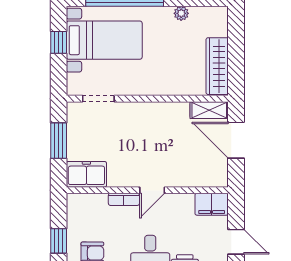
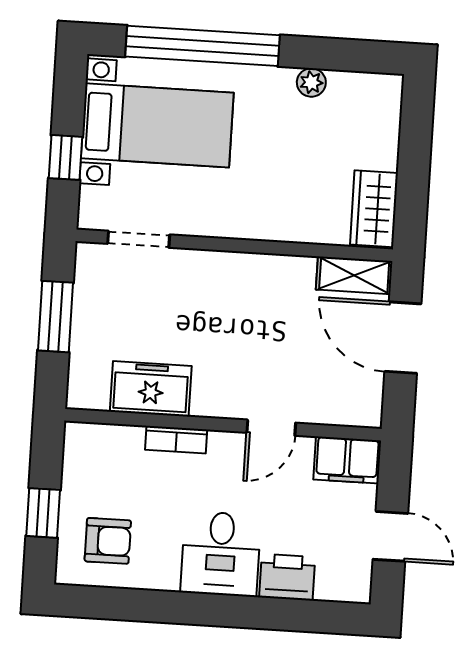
window: (59, 42) -> (66, 157), moved
wardrobe: (217, 66) -> (374, 209), width x0.67
freezer: (86, 174) -> (151, 389), moved
door: (152, 190) -> (271, 428), moved

